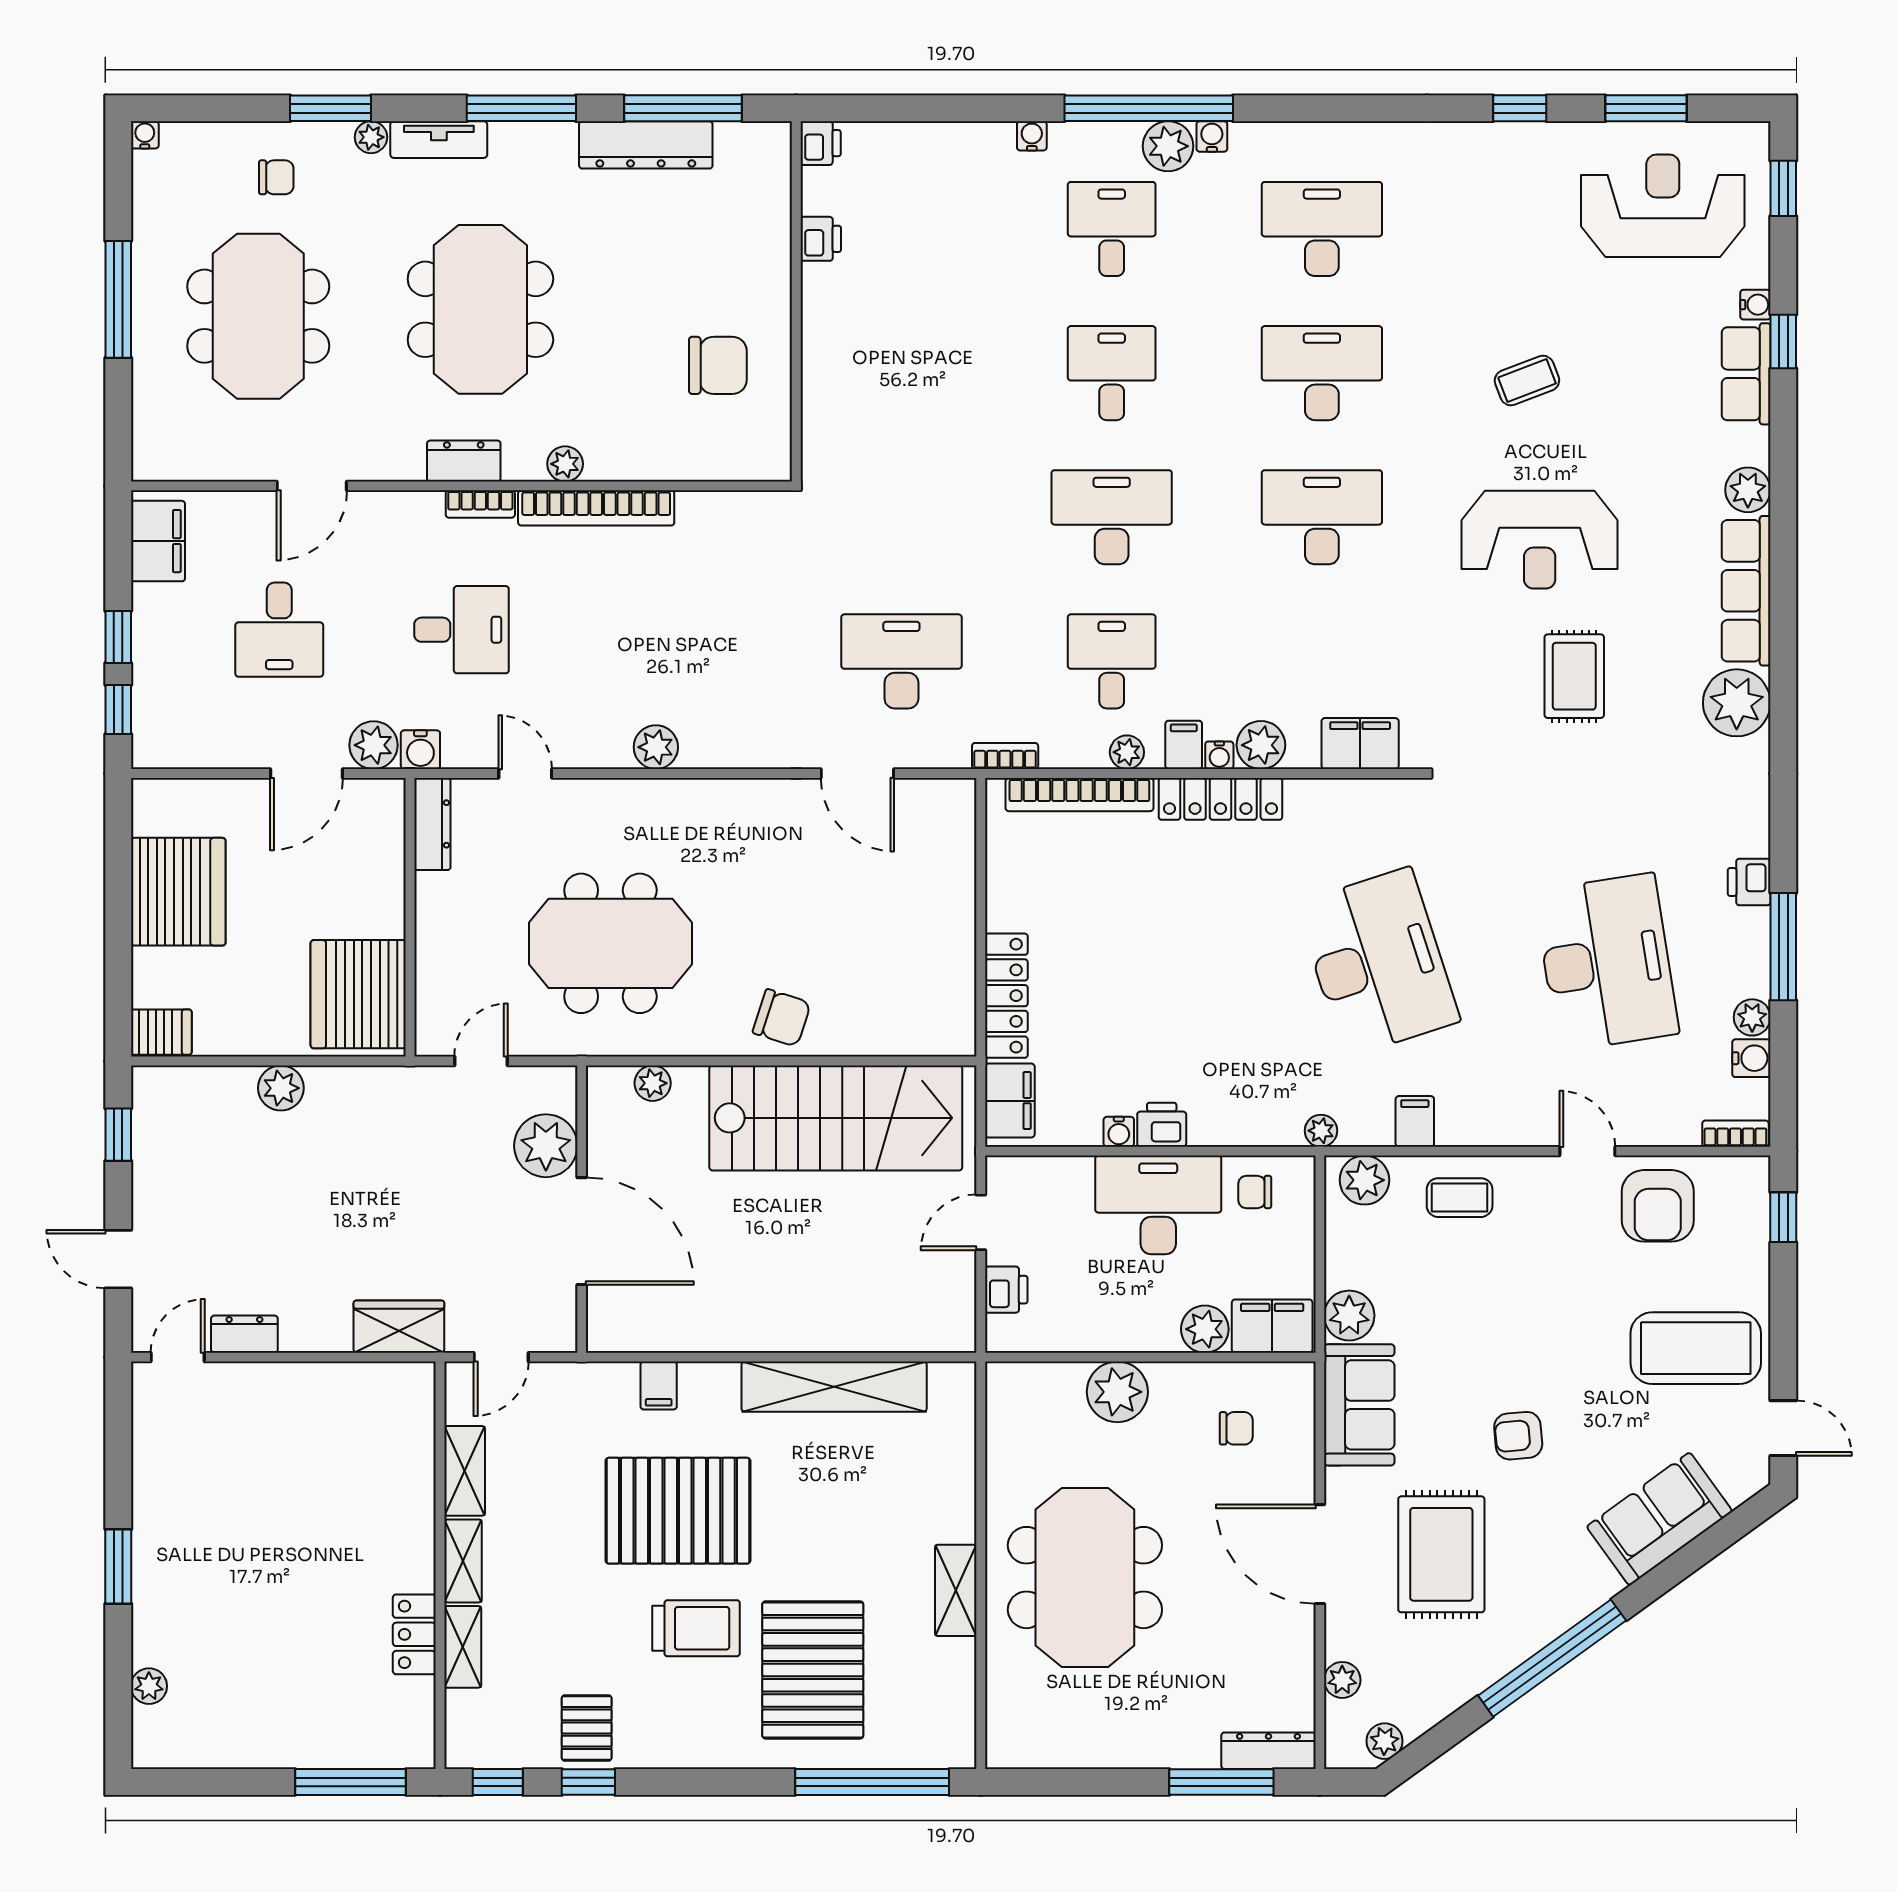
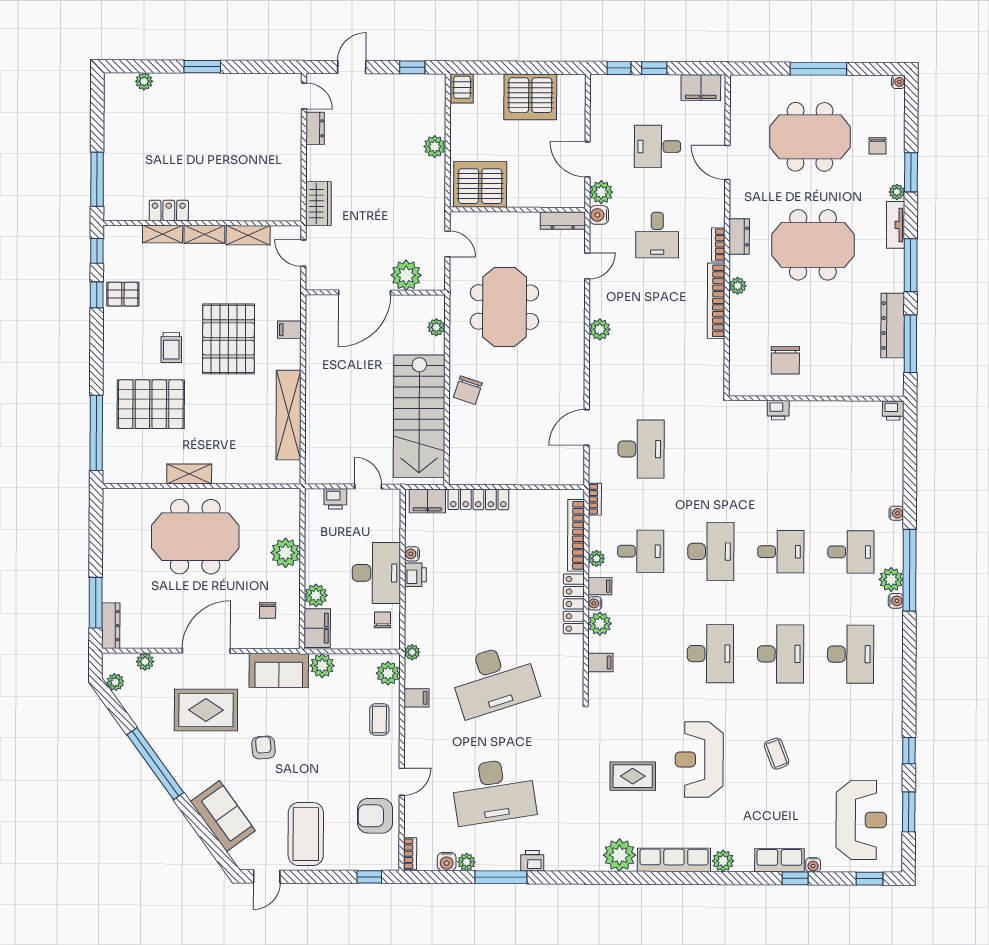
printer: (821, 239) -> (778, 410), moved
filing cabinet: (1360, 744) -> (600, 663), width x0.50
trolley: (696, 1628) -> (171, 347), width x0.73, depth x0.72

